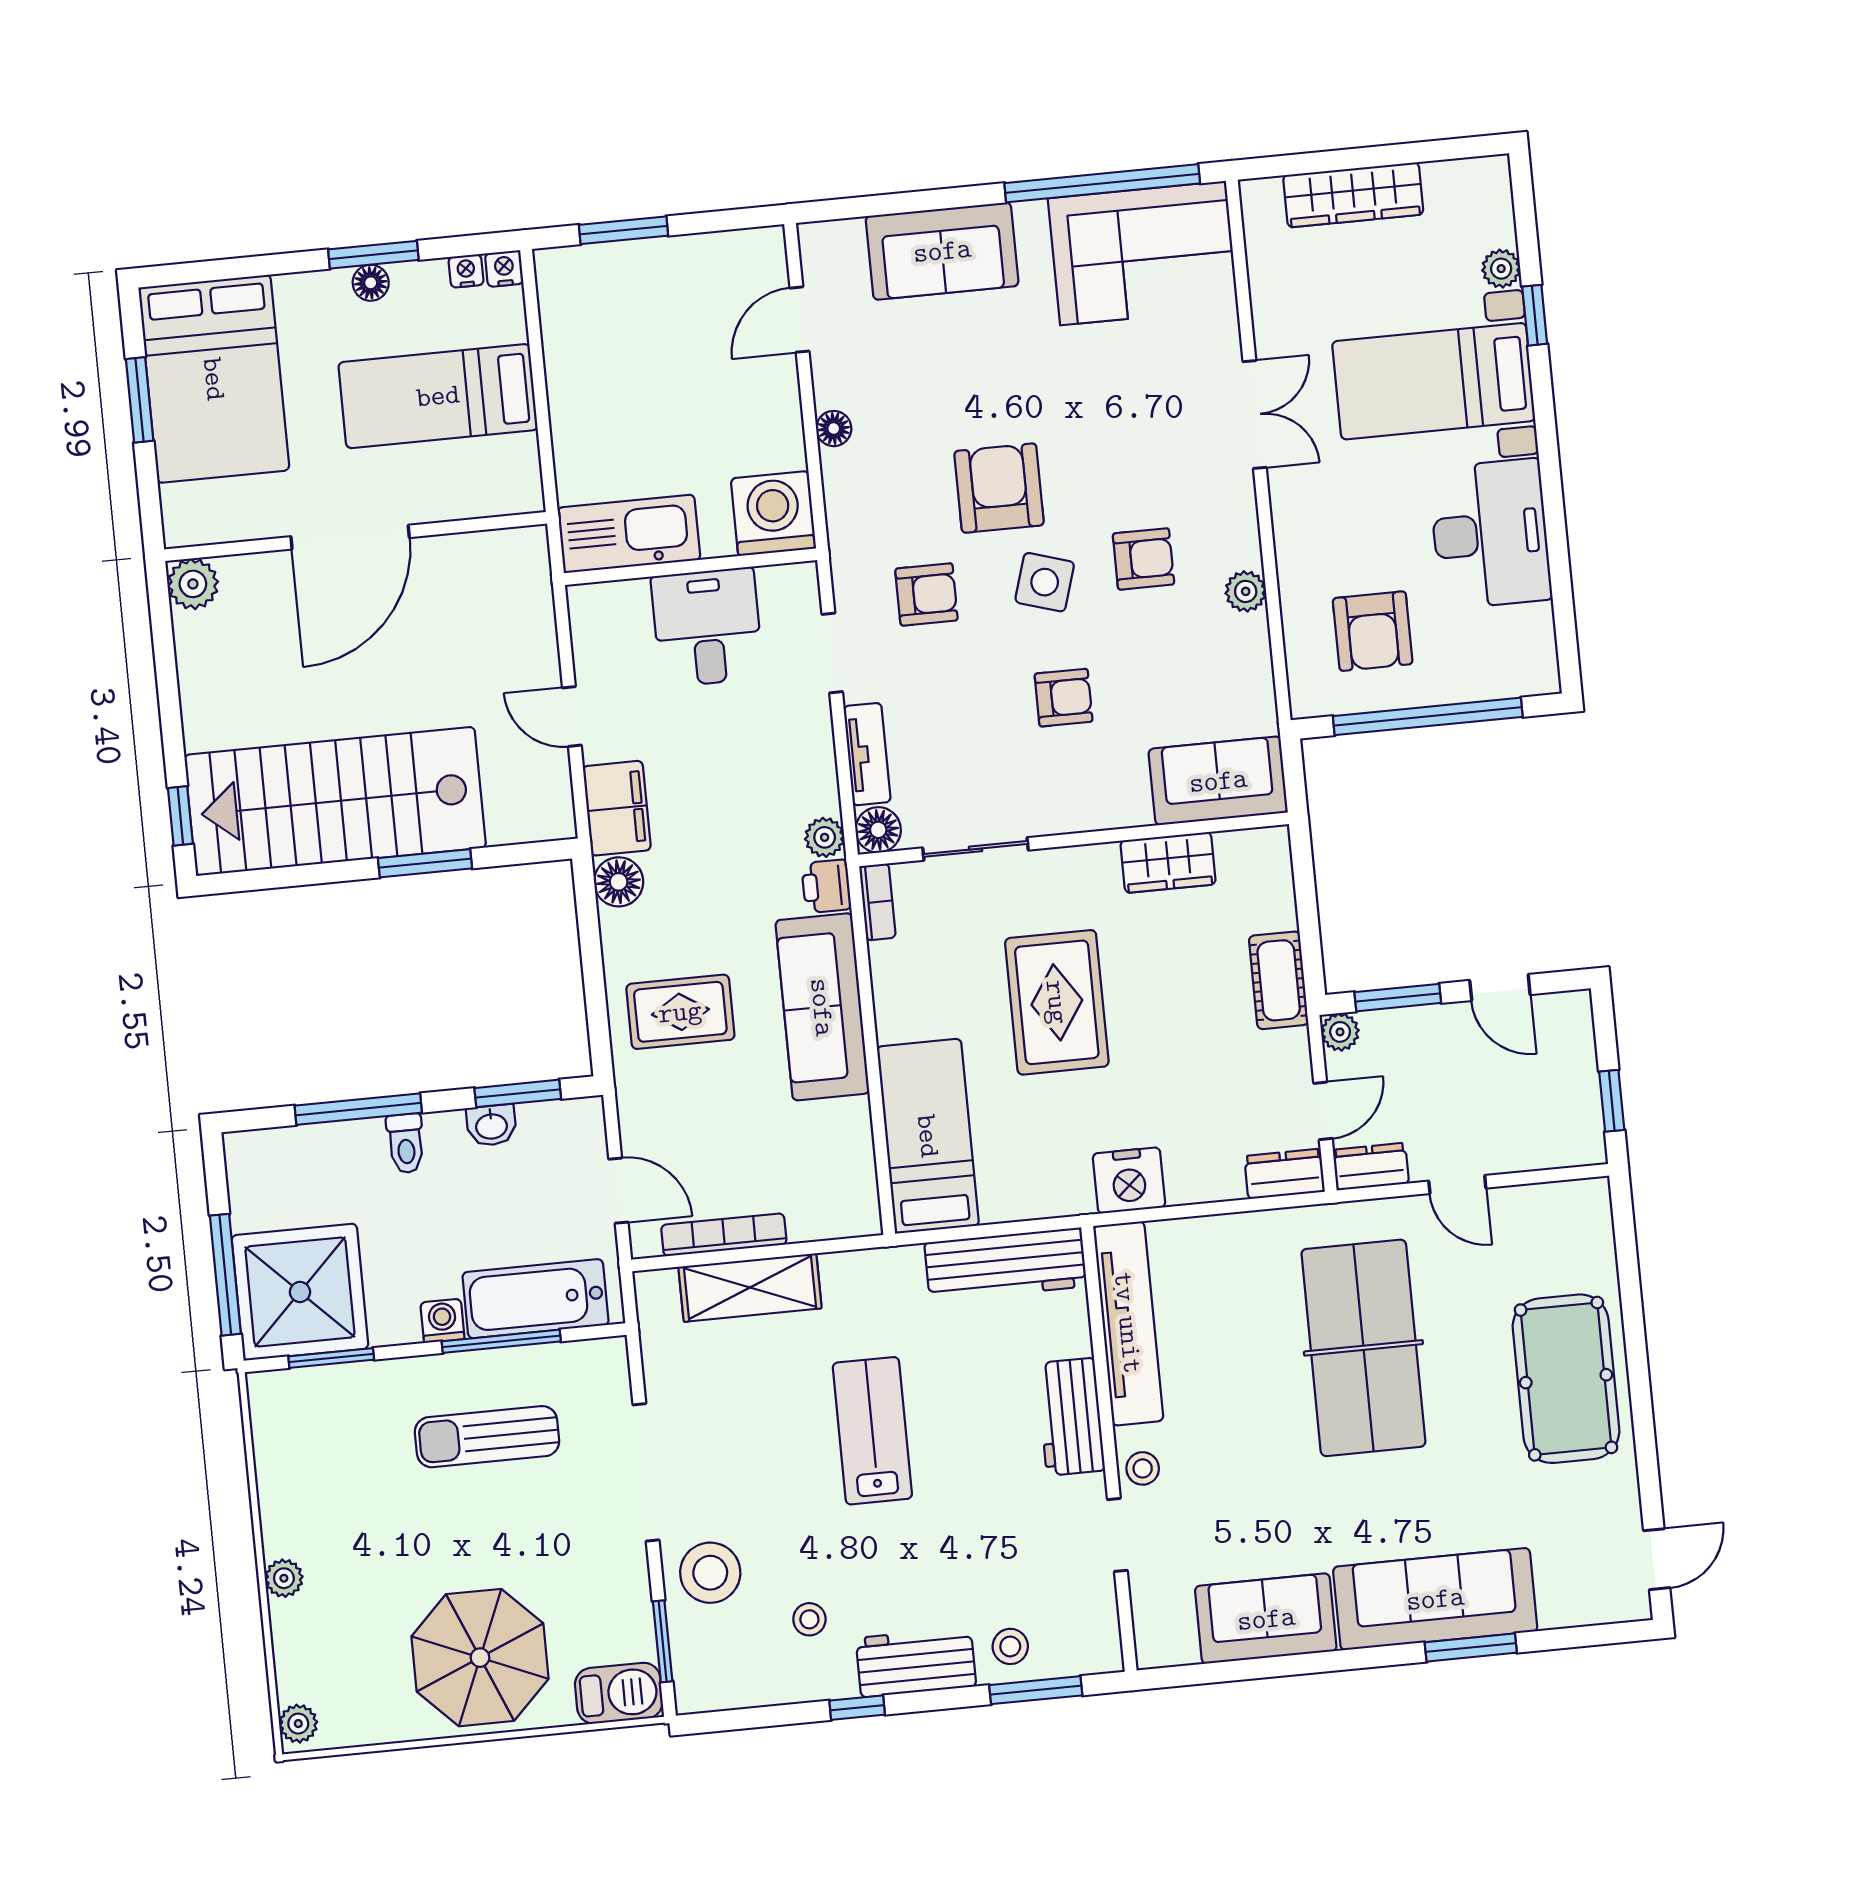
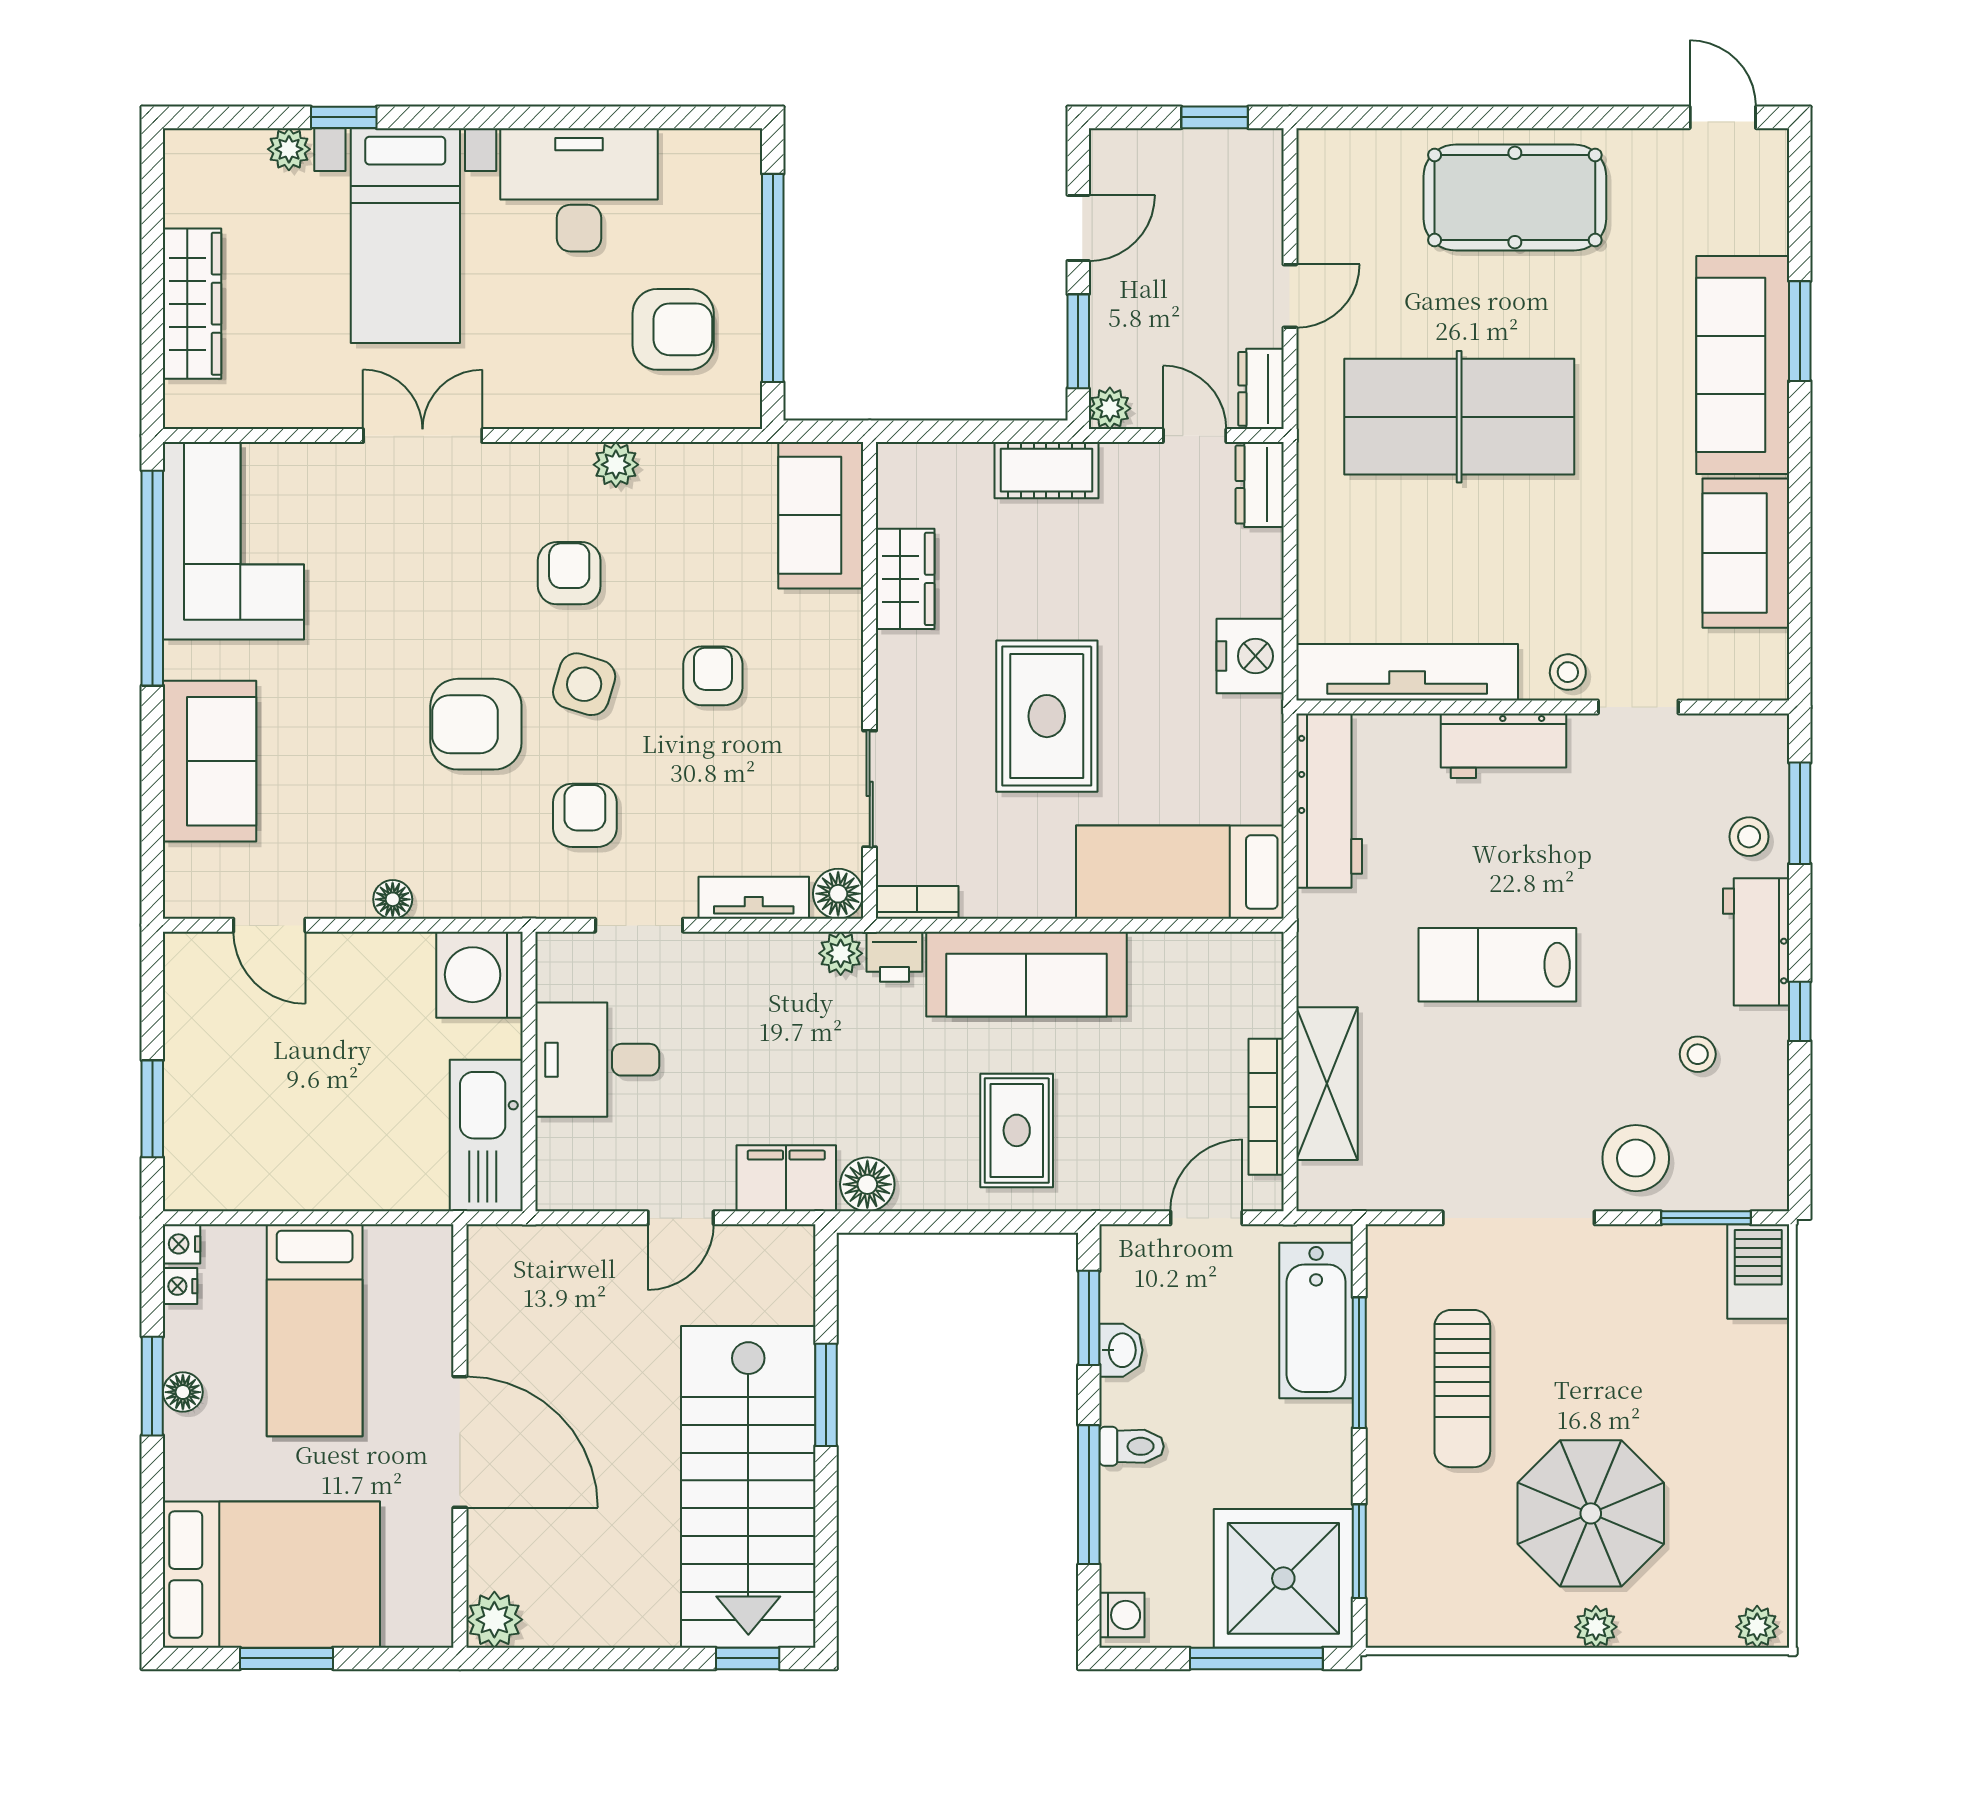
rug: (1057, 1002) -> (1047, 716), turned 90
washing machine: (442, 1321) -> (1122, 1615), moved, turned 180
parasol: (480, 1658) -> (1591, 1513), moved

